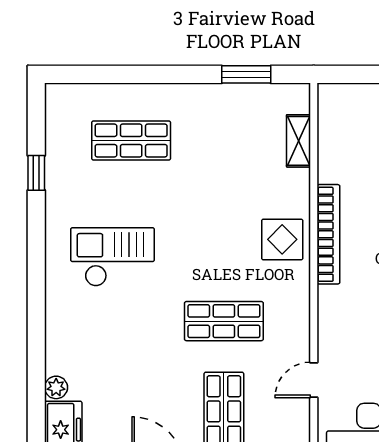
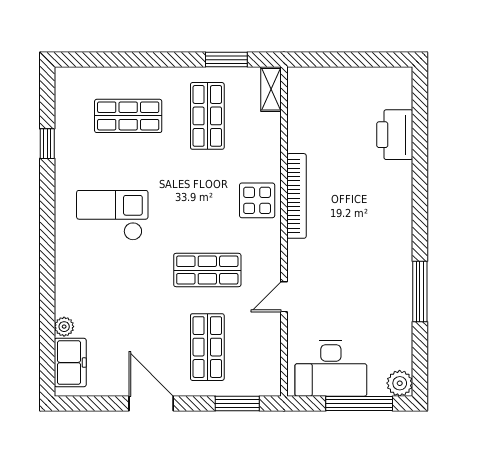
shop shelf: (224, 140) -> (207, 116), added
shelving: (298, 141) -> (271, 89), moved
door: (314, 380) -> (284, 297), moved

